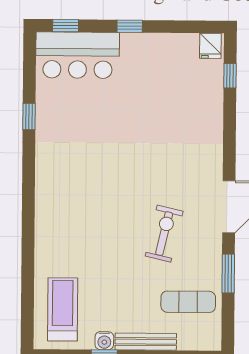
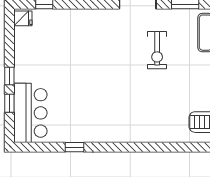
window: (66, 26) -> (9, 103), moved
exercise bike: (164, 234) -> (157, 50), turned -103

